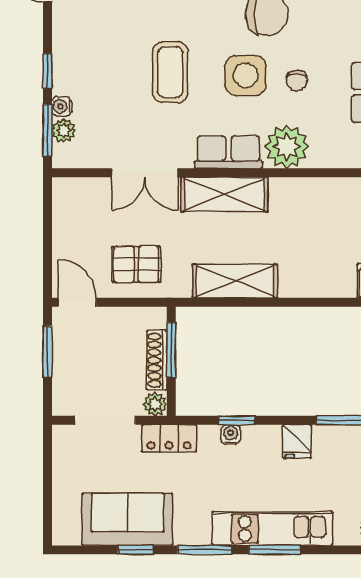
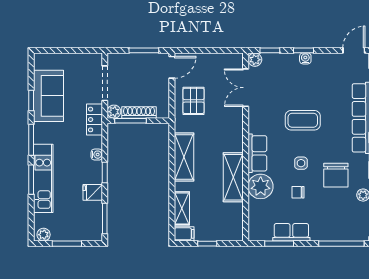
side table: (246, 75) -> (301, 163), width x0.54, depth x0.54
water cooler: (62, 106) -> (305, 58), moved
window: (47, 130) -> (270, 50), width x0.67
plant: (64, 131) -> (255, 60), moved
double door: (145, 173) -> (246, 88), moved
shelving: (224, 194) -> (233, 177), moved
shelving: (325, 285) -> (182, 208), added
window: (171, 350) -> (131, 121), moved
window: (237, 420) -> (105, 172), moved

